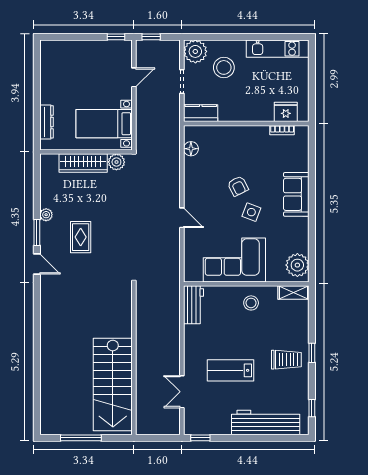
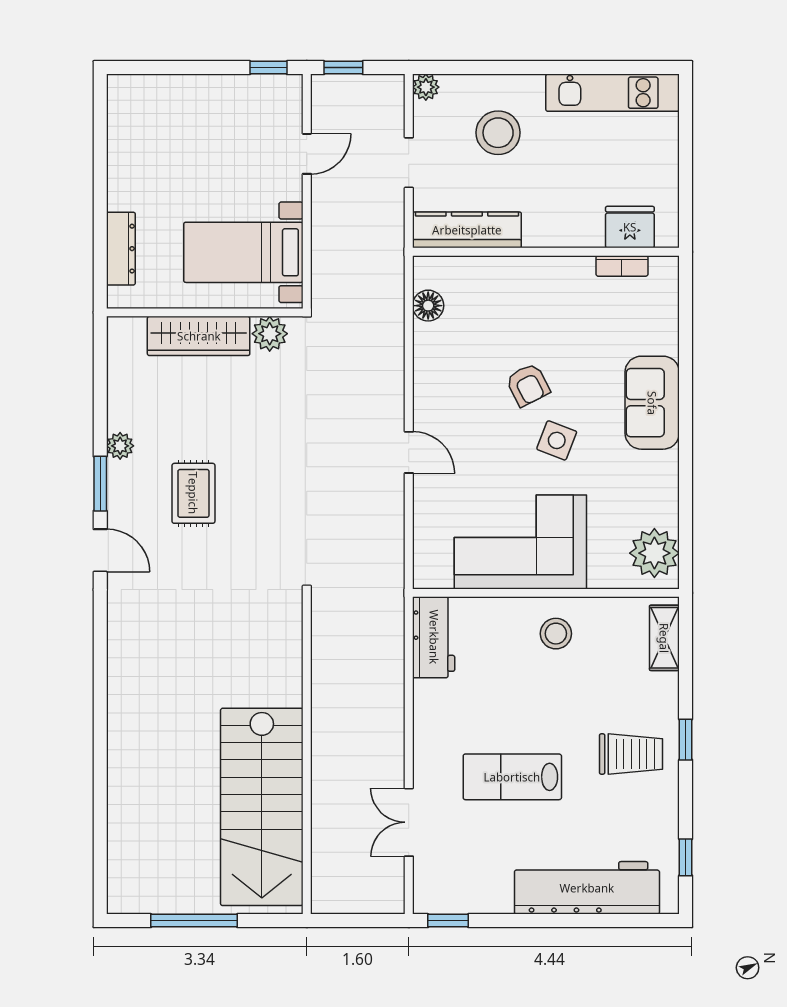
plant: (195, 51) -> (426, 87), width x0.53, depth x0.53
kitchen counter: (201, 113) -> (467, 230), width x1.50
shelving: (294, 293) -> (664, 638), moved, turned 90

